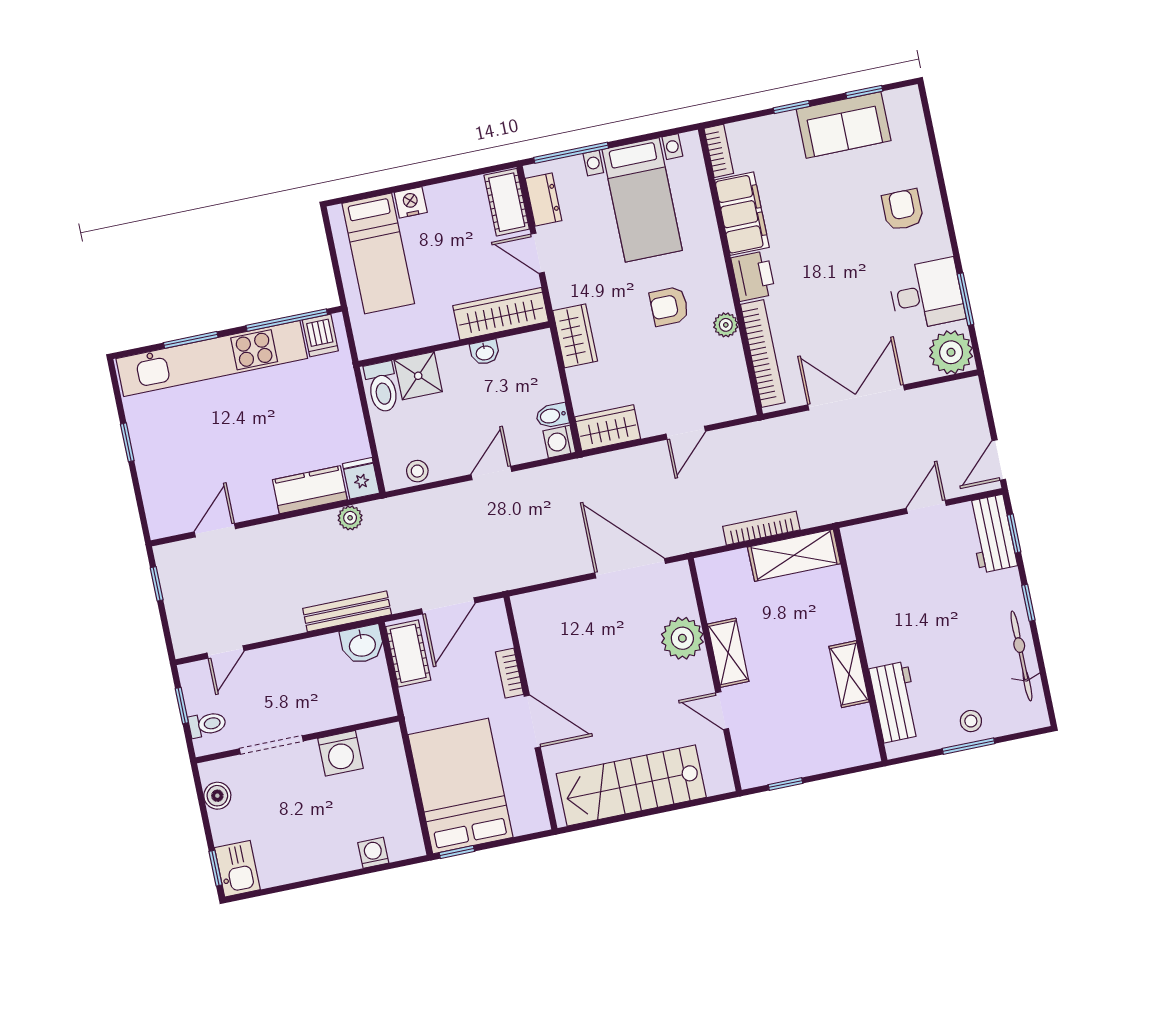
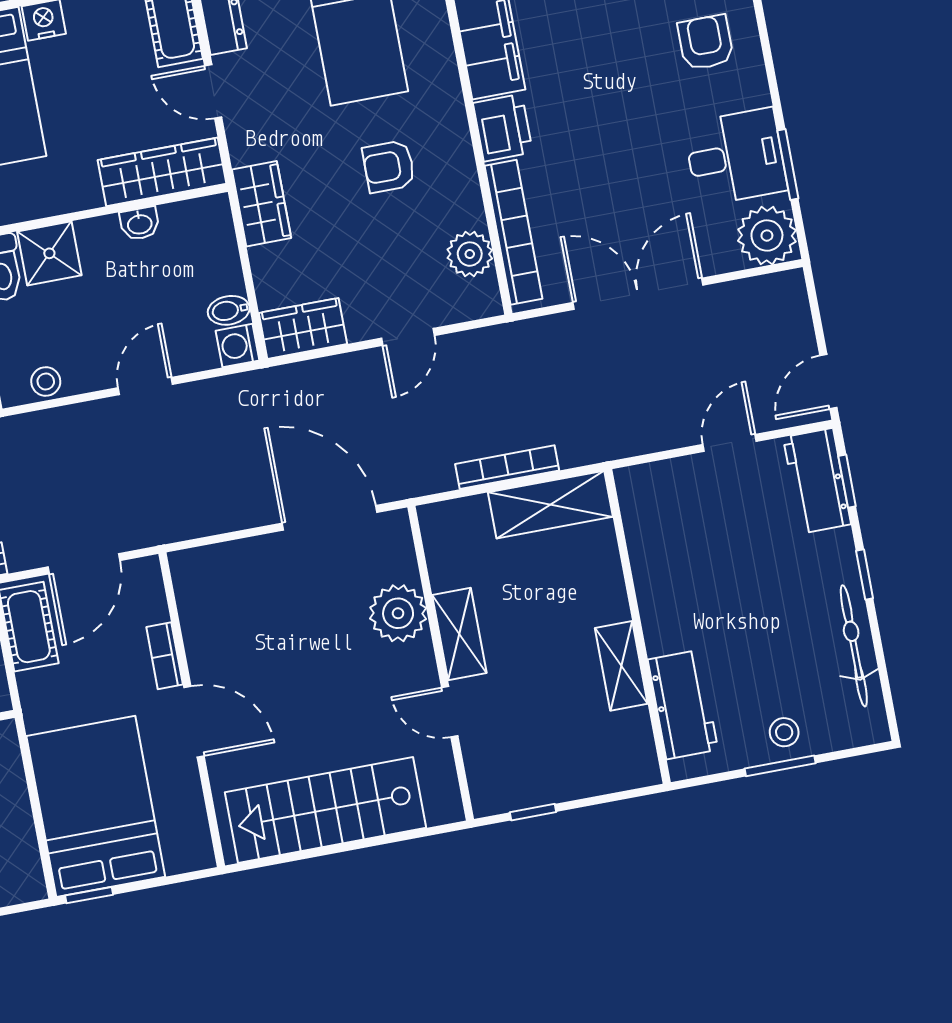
plant: (726, 325) -> (470, 254), moved, width x1.38, depth x1.38

